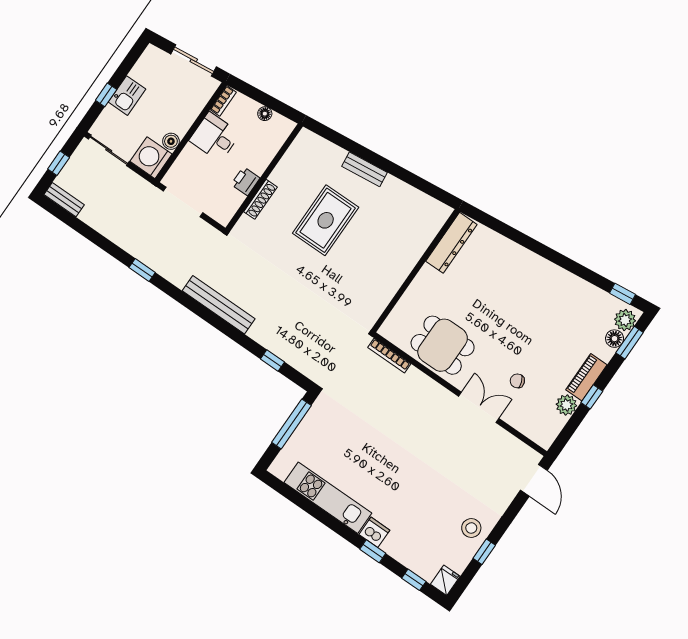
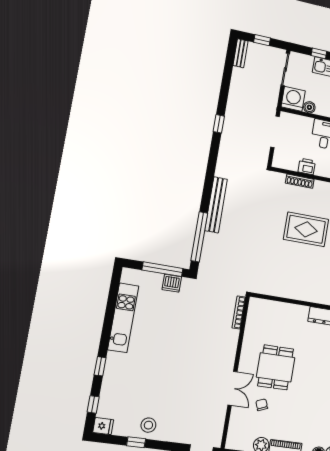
bench: (219, 305) -> (216, 205), moved
dining table: (443, 345) -> (276, 367), moved
window: (272, 361) -> (199, 237), width x3.17
dishwasher: (374, 532) -> (172, 283), moved, turned 90

